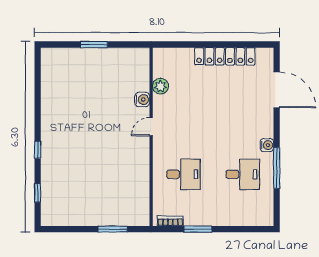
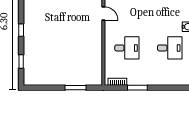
door: (151, 127) -> (103, 13), swing flipped

